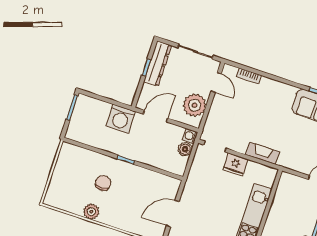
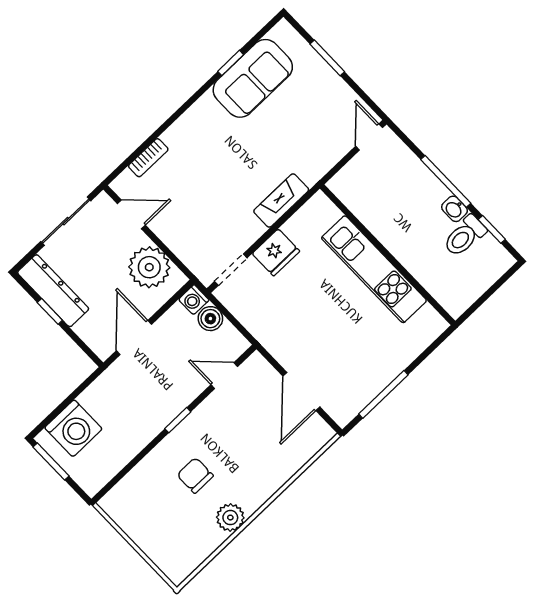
washing machine: (121, 119) -> (73, 428), moved
door: (160, 171) -> (224, 376), added

